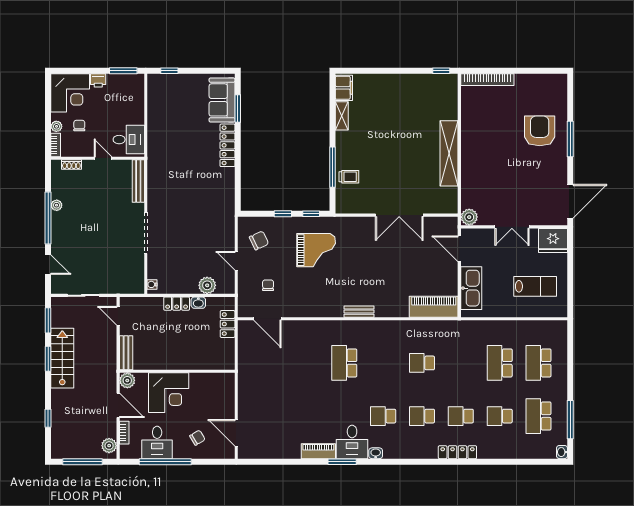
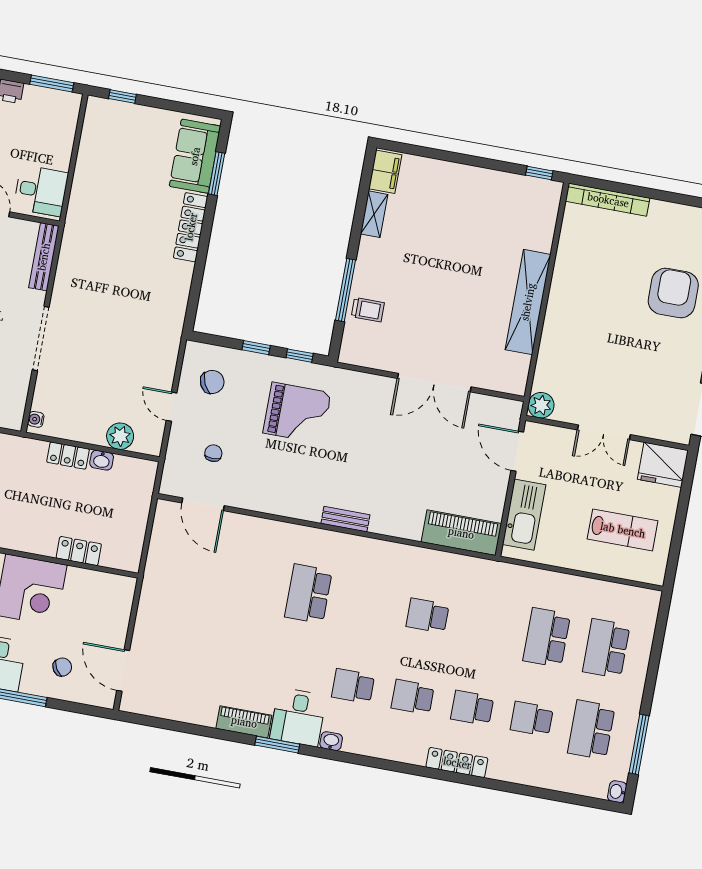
locker: (228, 324) -> (79, 551), moved, turned 90

